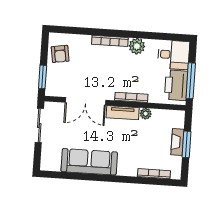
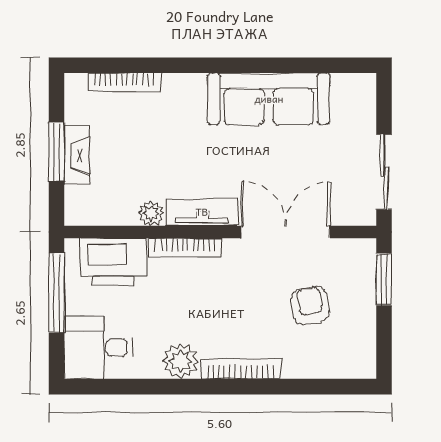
armchair: (60, 54) -> (310, 305), moved
printer: (176, 85) -> (113, 262), moved, turned 90

